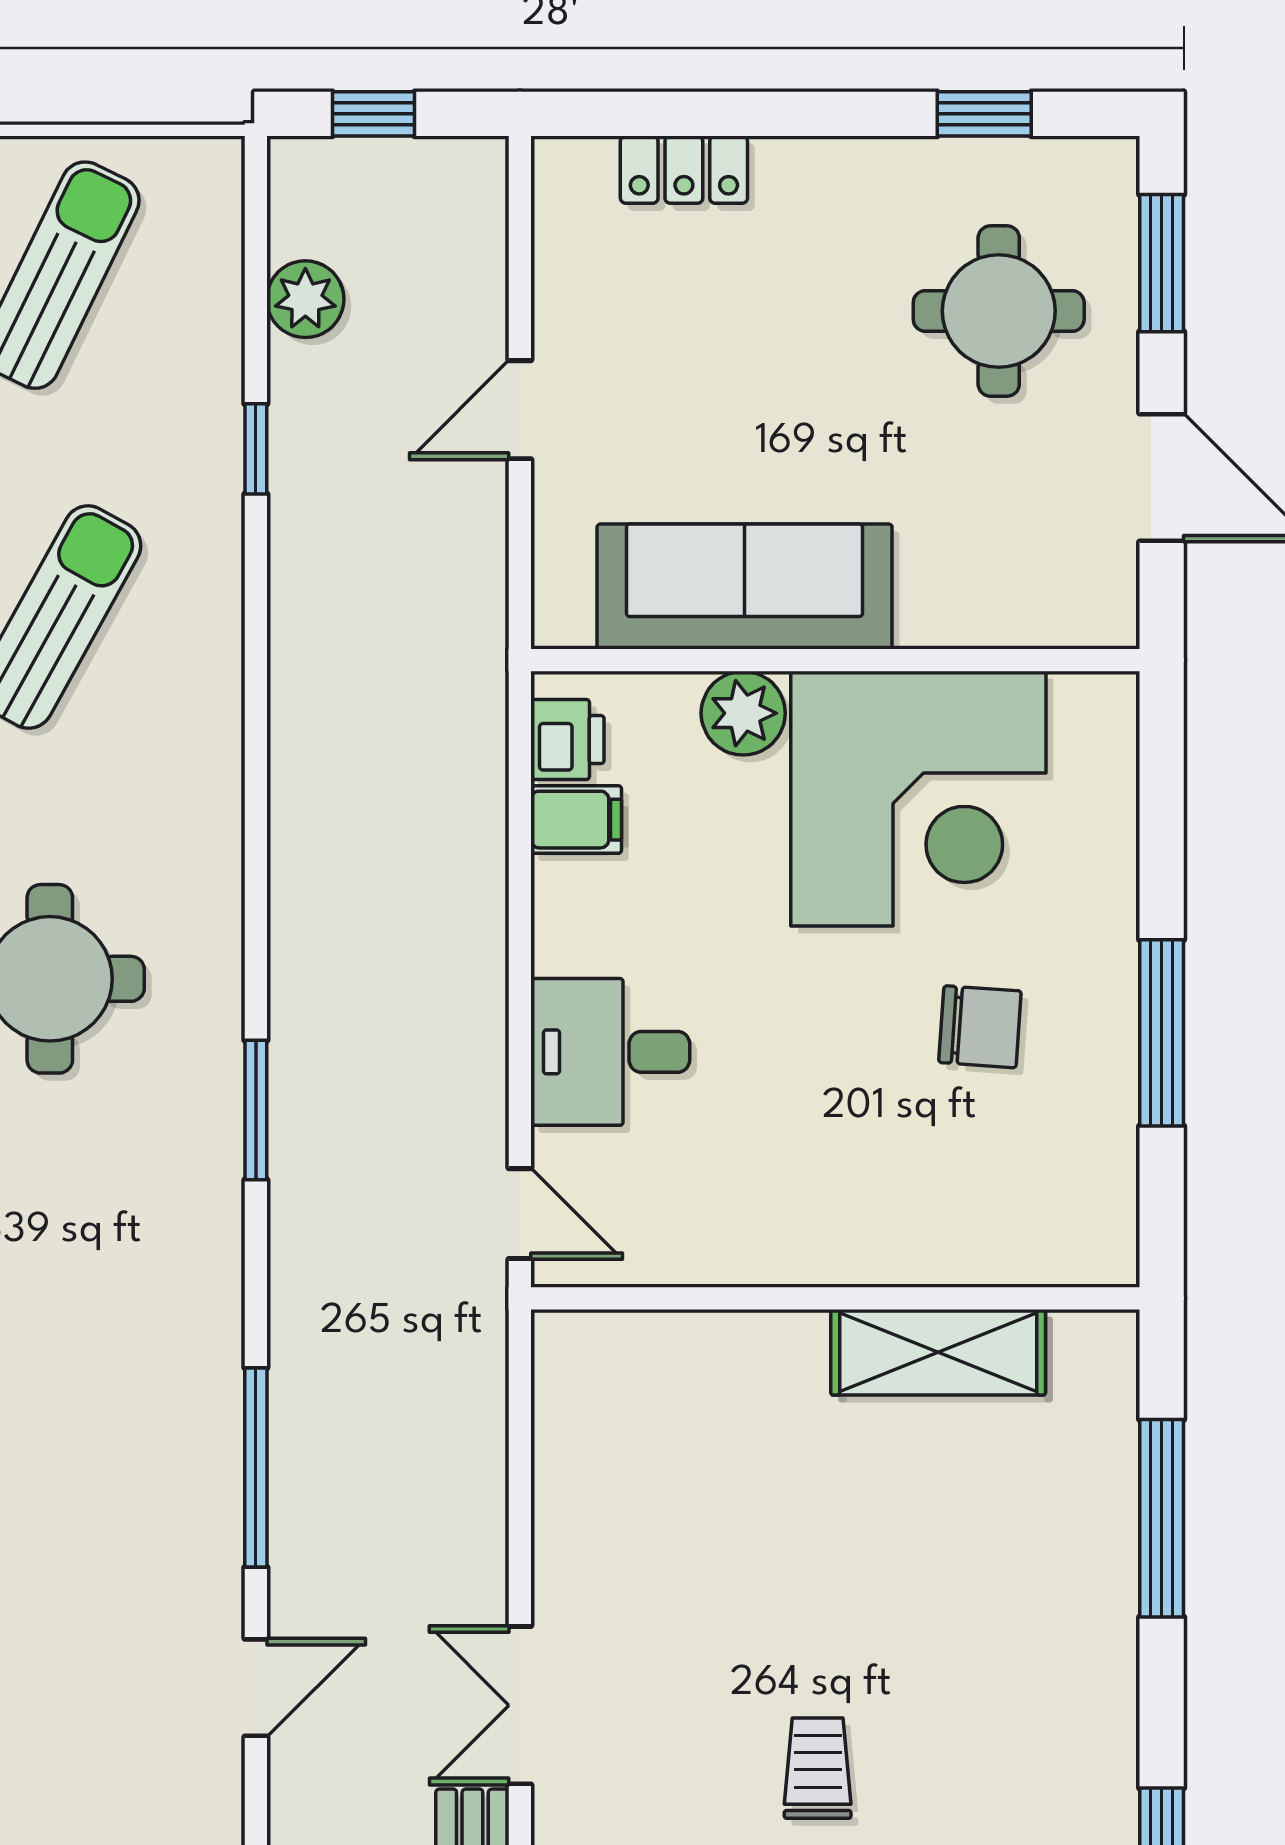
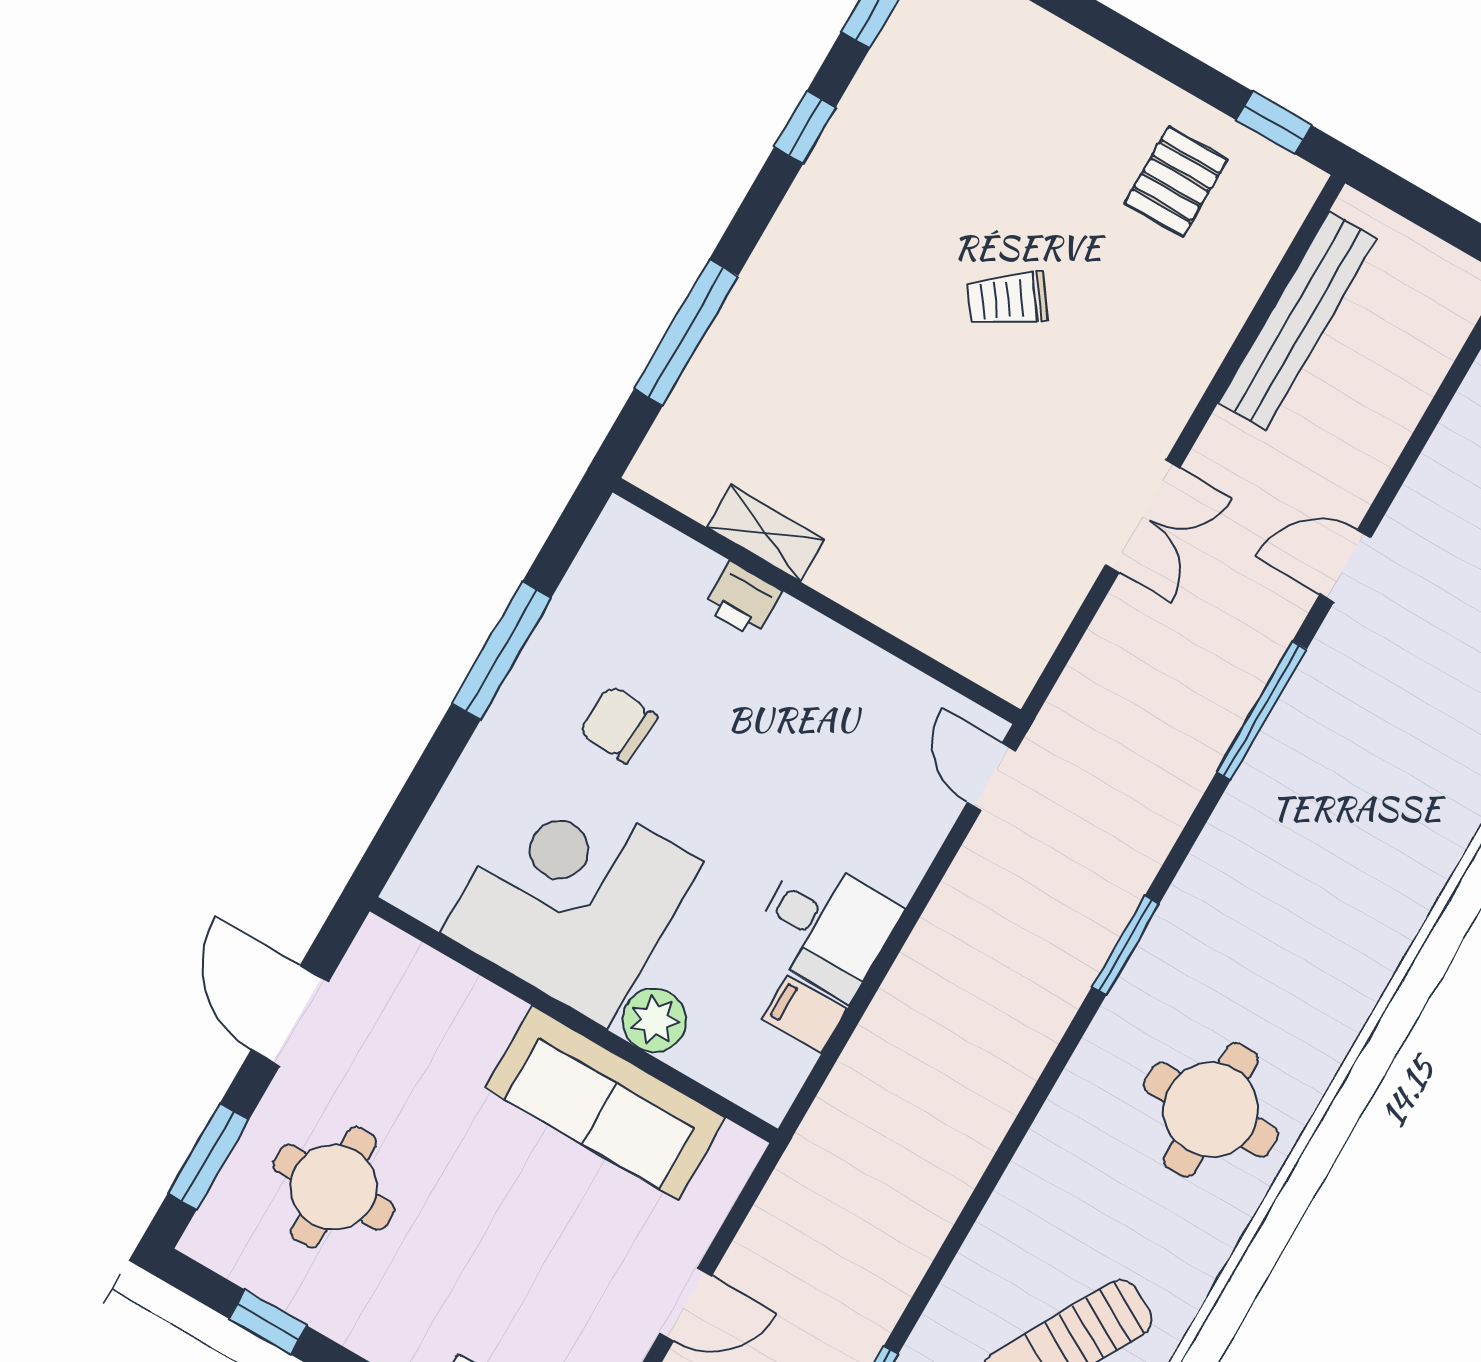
printer: (567, 740) -> (743, 600), moved, turned -90
desk: (610, 1052) -> (825, 927), moved
shelving: (938, 1352) -> (766, 533), width x0.67, depth x0.75
double door: (520, 1705) -> (1143, 516), moved
trolley: (818, 1768) -> (1007, 299), turned 54

